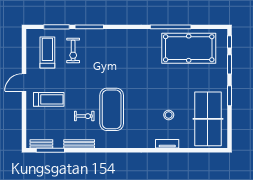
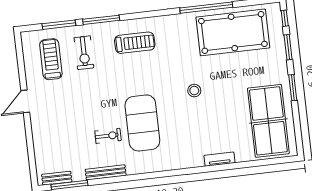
treadmill: (49, 99) -> (135, 43), moved
stool: (169, 115) -> (194, 91), moved

